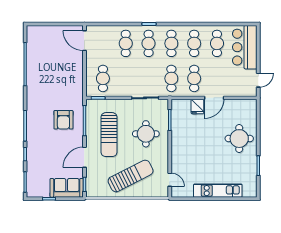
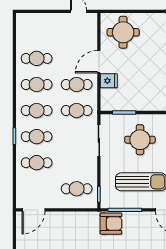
bar counter: (245, 47) -> (41, 27), removed
door: (214, 98) -> (99, 62), swing flipped
armchair: (63, 120) -> (111, 224), moved
round table: (239, 139) -> (123, 32), moved

